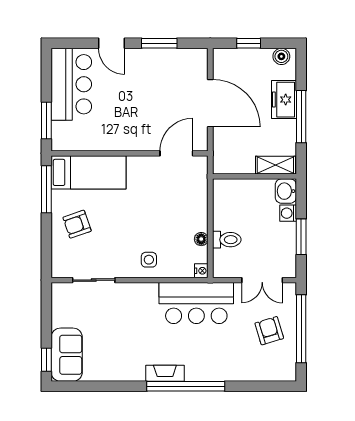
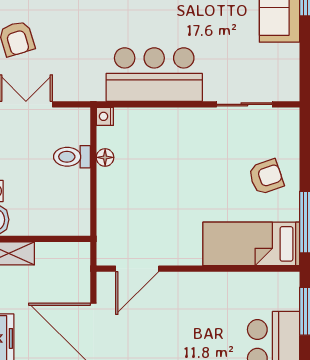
side table: (149, 260) -> (173, 131), removed
bar counter: (196, 303) -> (154, 75), moved

